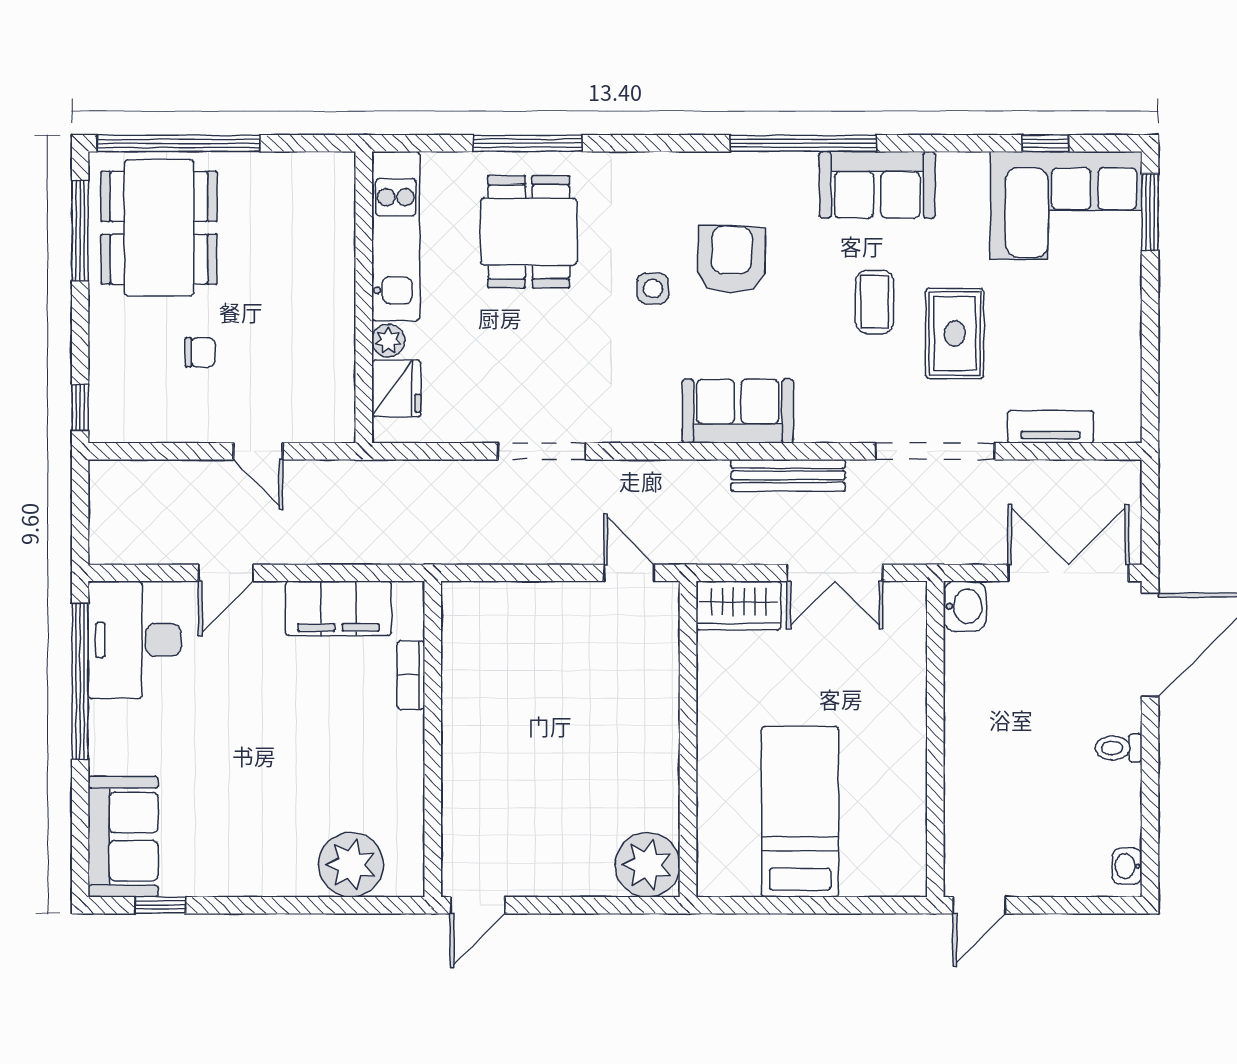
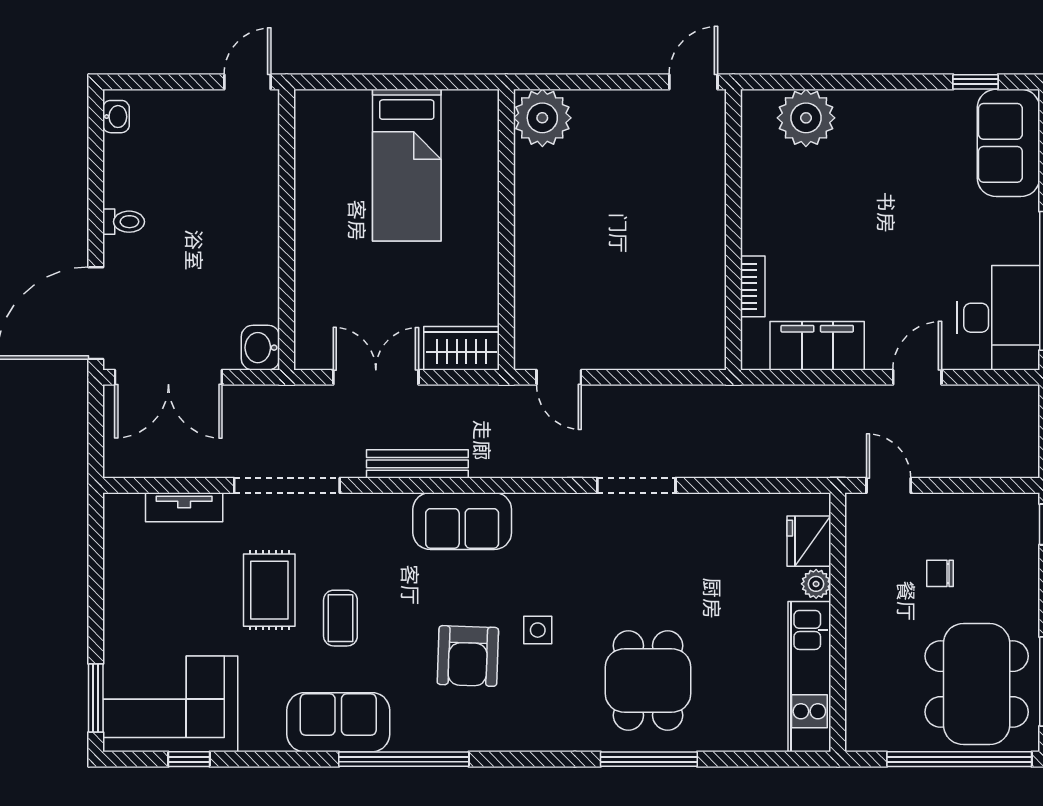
kitchen unit: (396, 236) -> (809, 677), moved
wall: (364, 297) -> (838, 622), moved
plant: (388, 340) -> (816, 584), moved
fridge: (396, 388) -> (809, 541), moved

